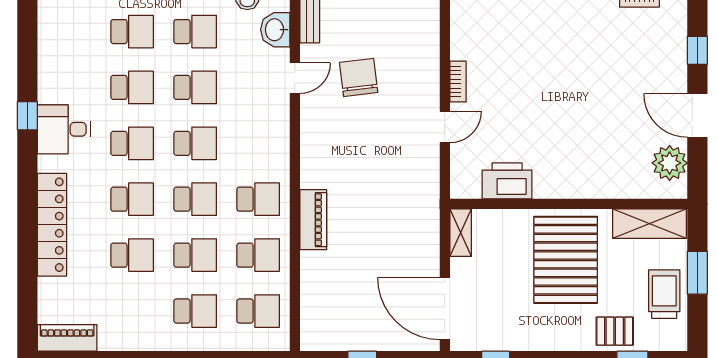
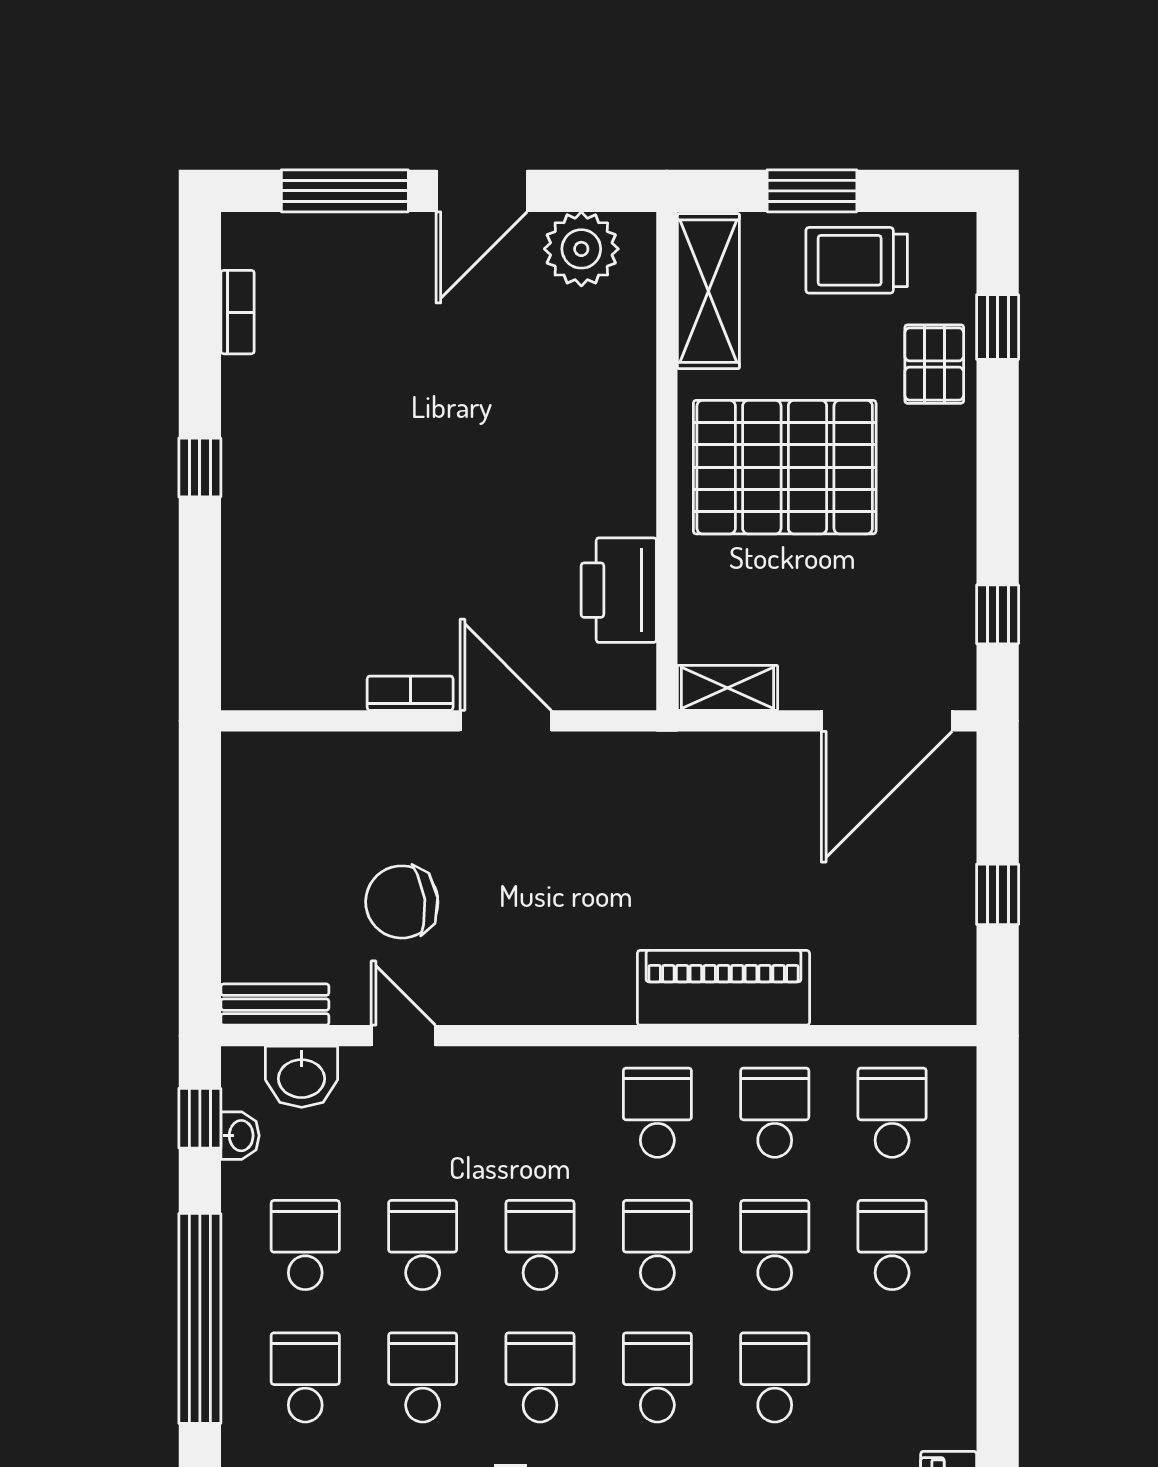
window: (697, 50) -> (345, 191), width x2.17
door: (445, 127) -> (506, 721), width x1.38
piano: (313, 220) -> (723, 988), width x1.37, depth x1.33

